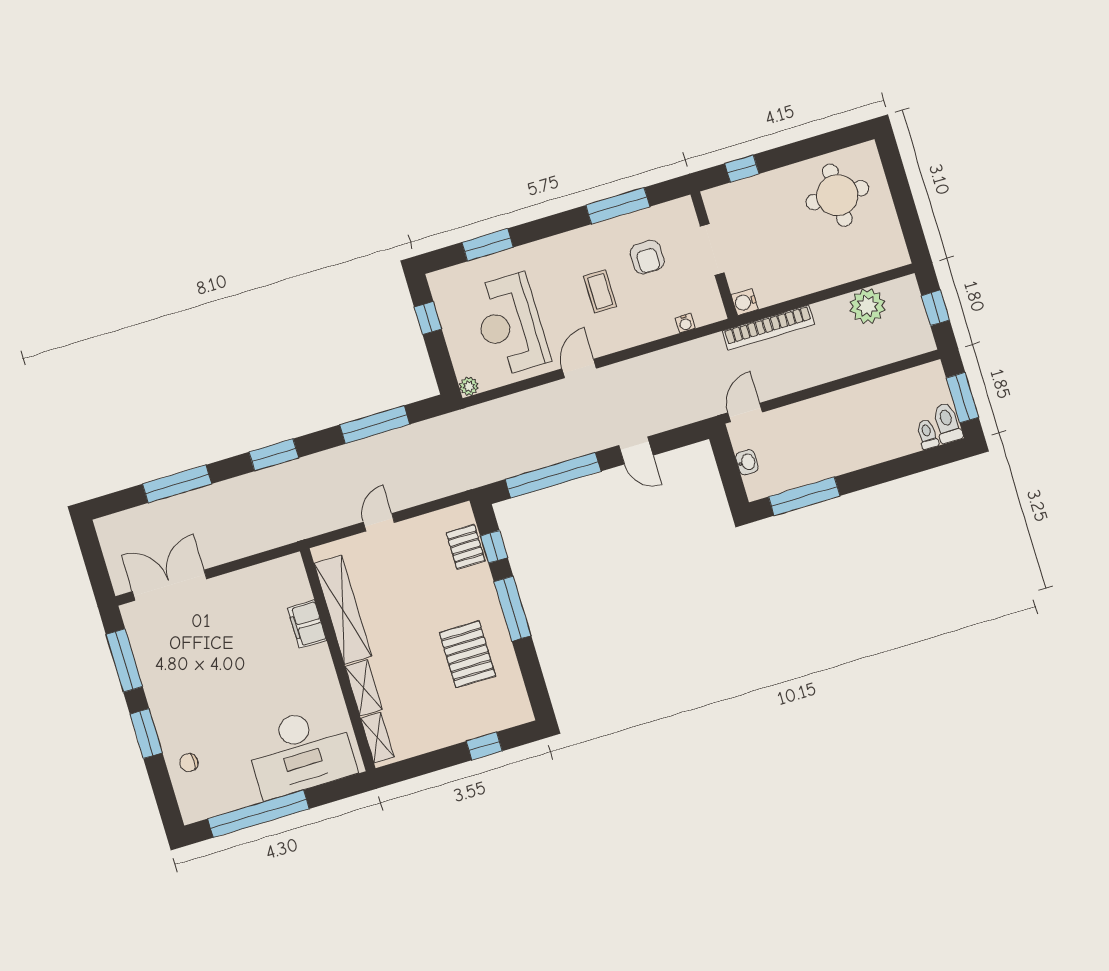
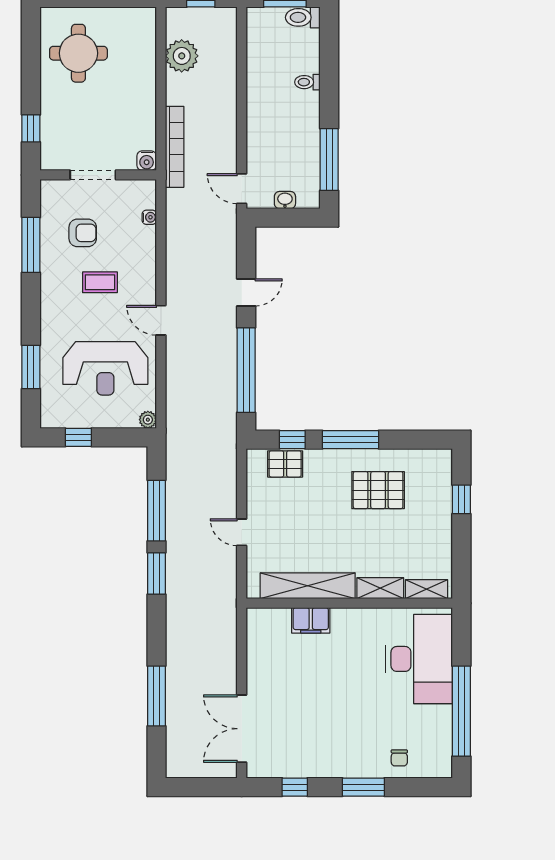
toilet: (927, 434) -> (307, 82), moved
window: (274, 455) -> (156, 574), moved
window: (124, 660) -> (295, 787), width x0.46

